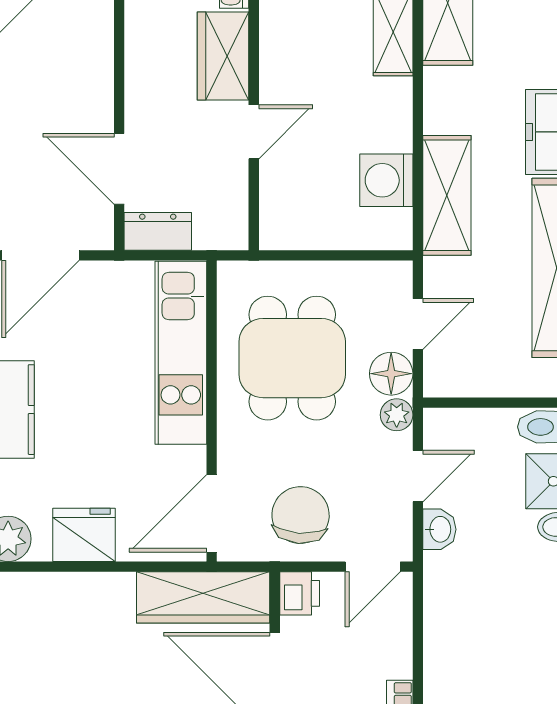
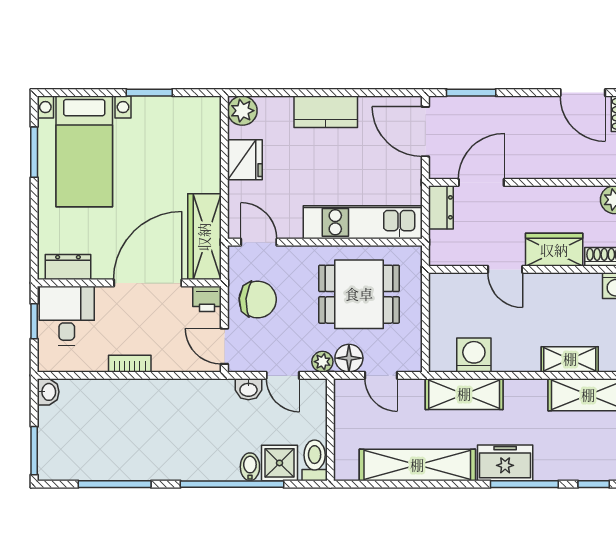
door: (212, 513) -> (259, 242), width x0.73

